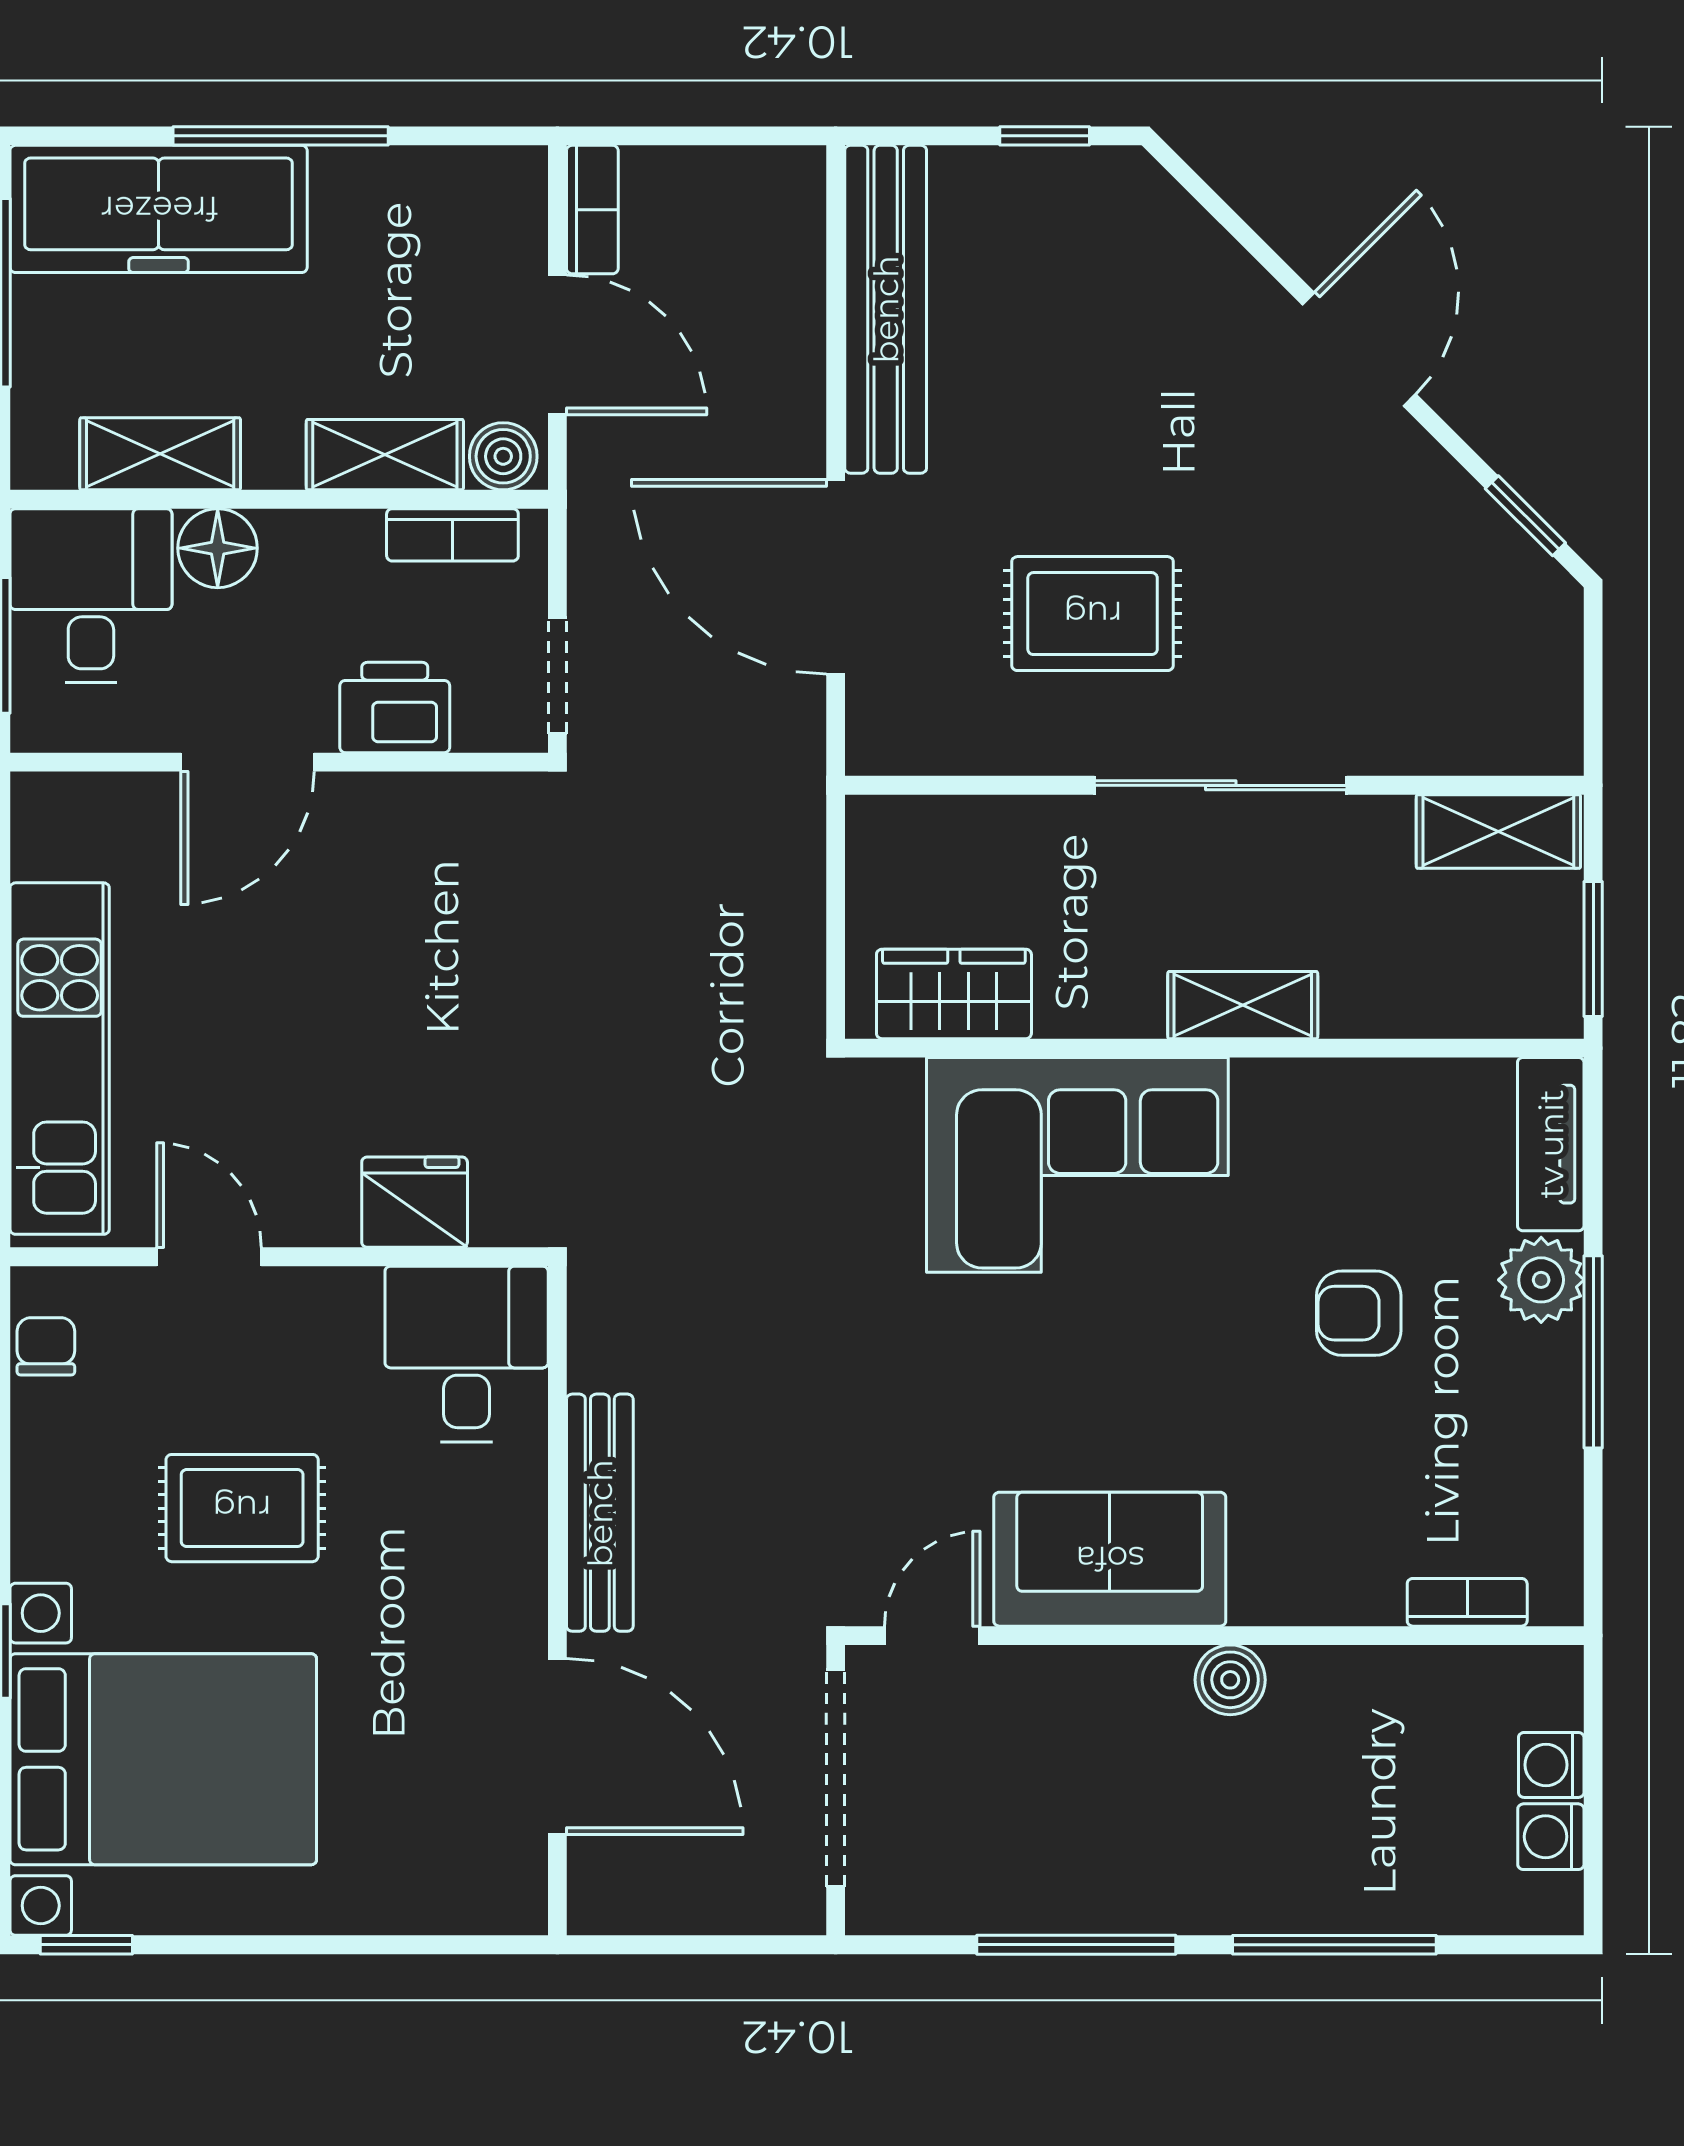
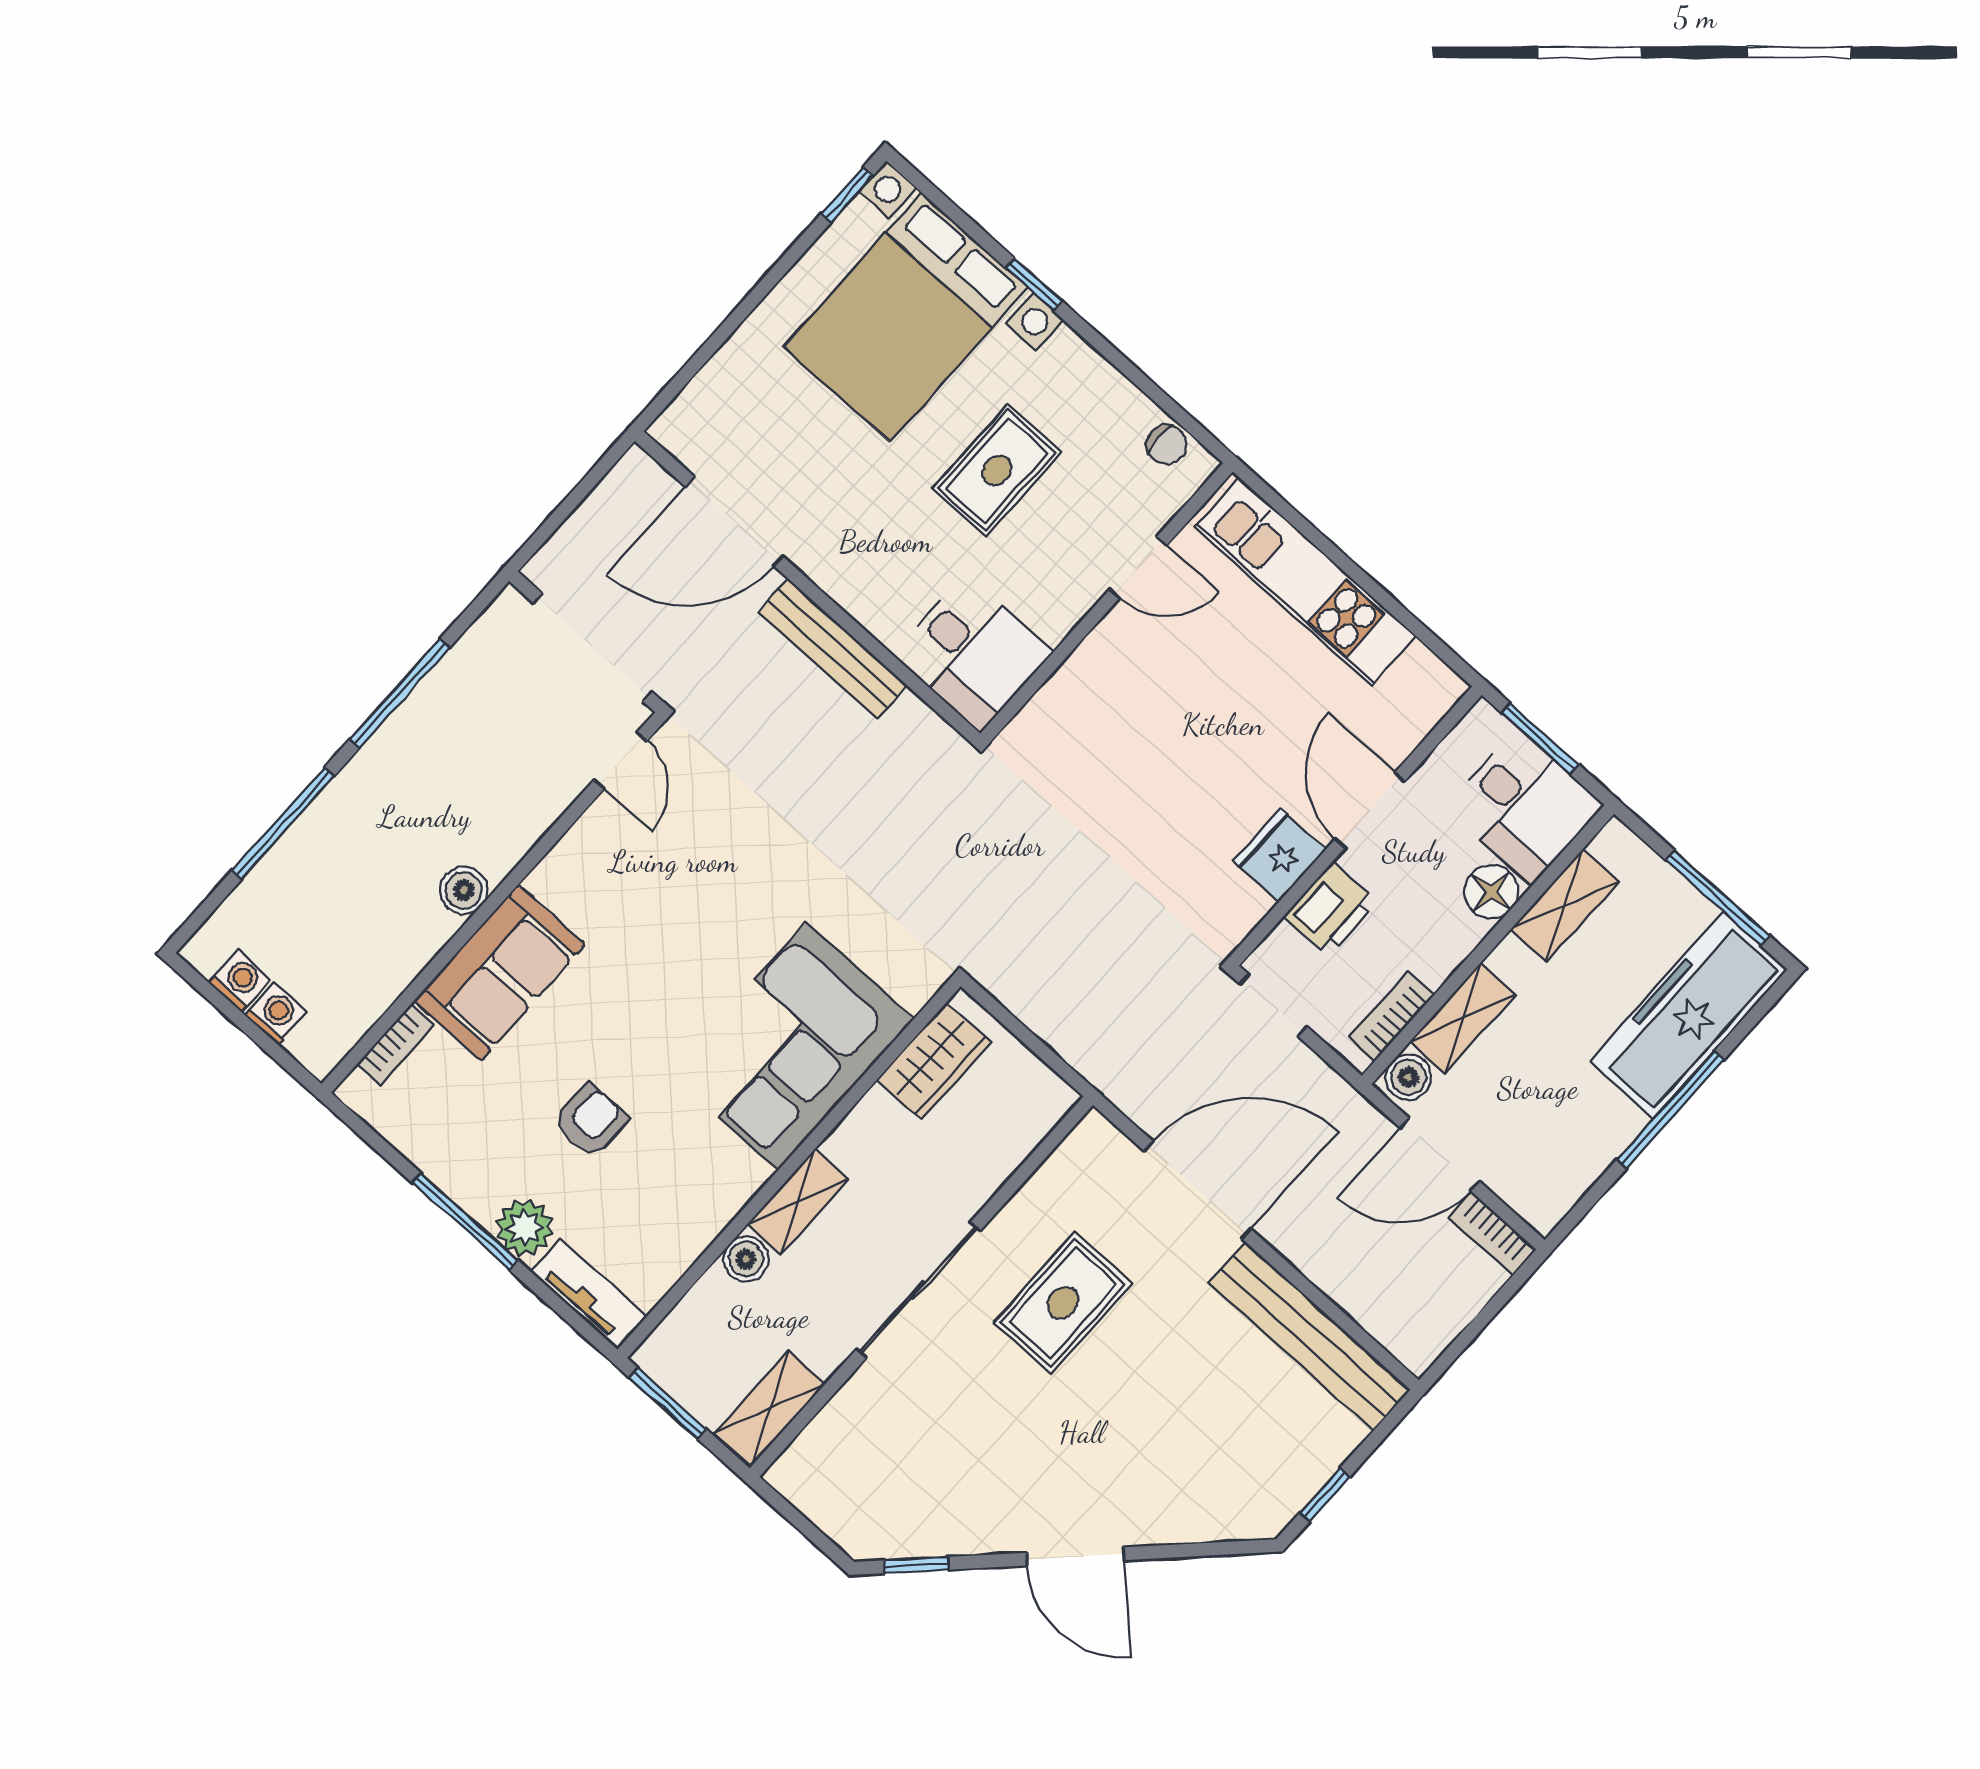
boiler: (1357, 1005) -> (746, 1259), added
fridge: (415, 1202) -> (1280, 855), moved, turned 180
sofa: (1110, 1559) -> (500, 973), moved

